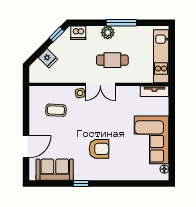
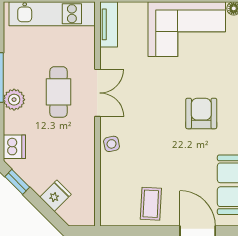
double door: (100, 84) -> (97, 93), moved
coffee table: (56, 110) -> (151, 204), moved

